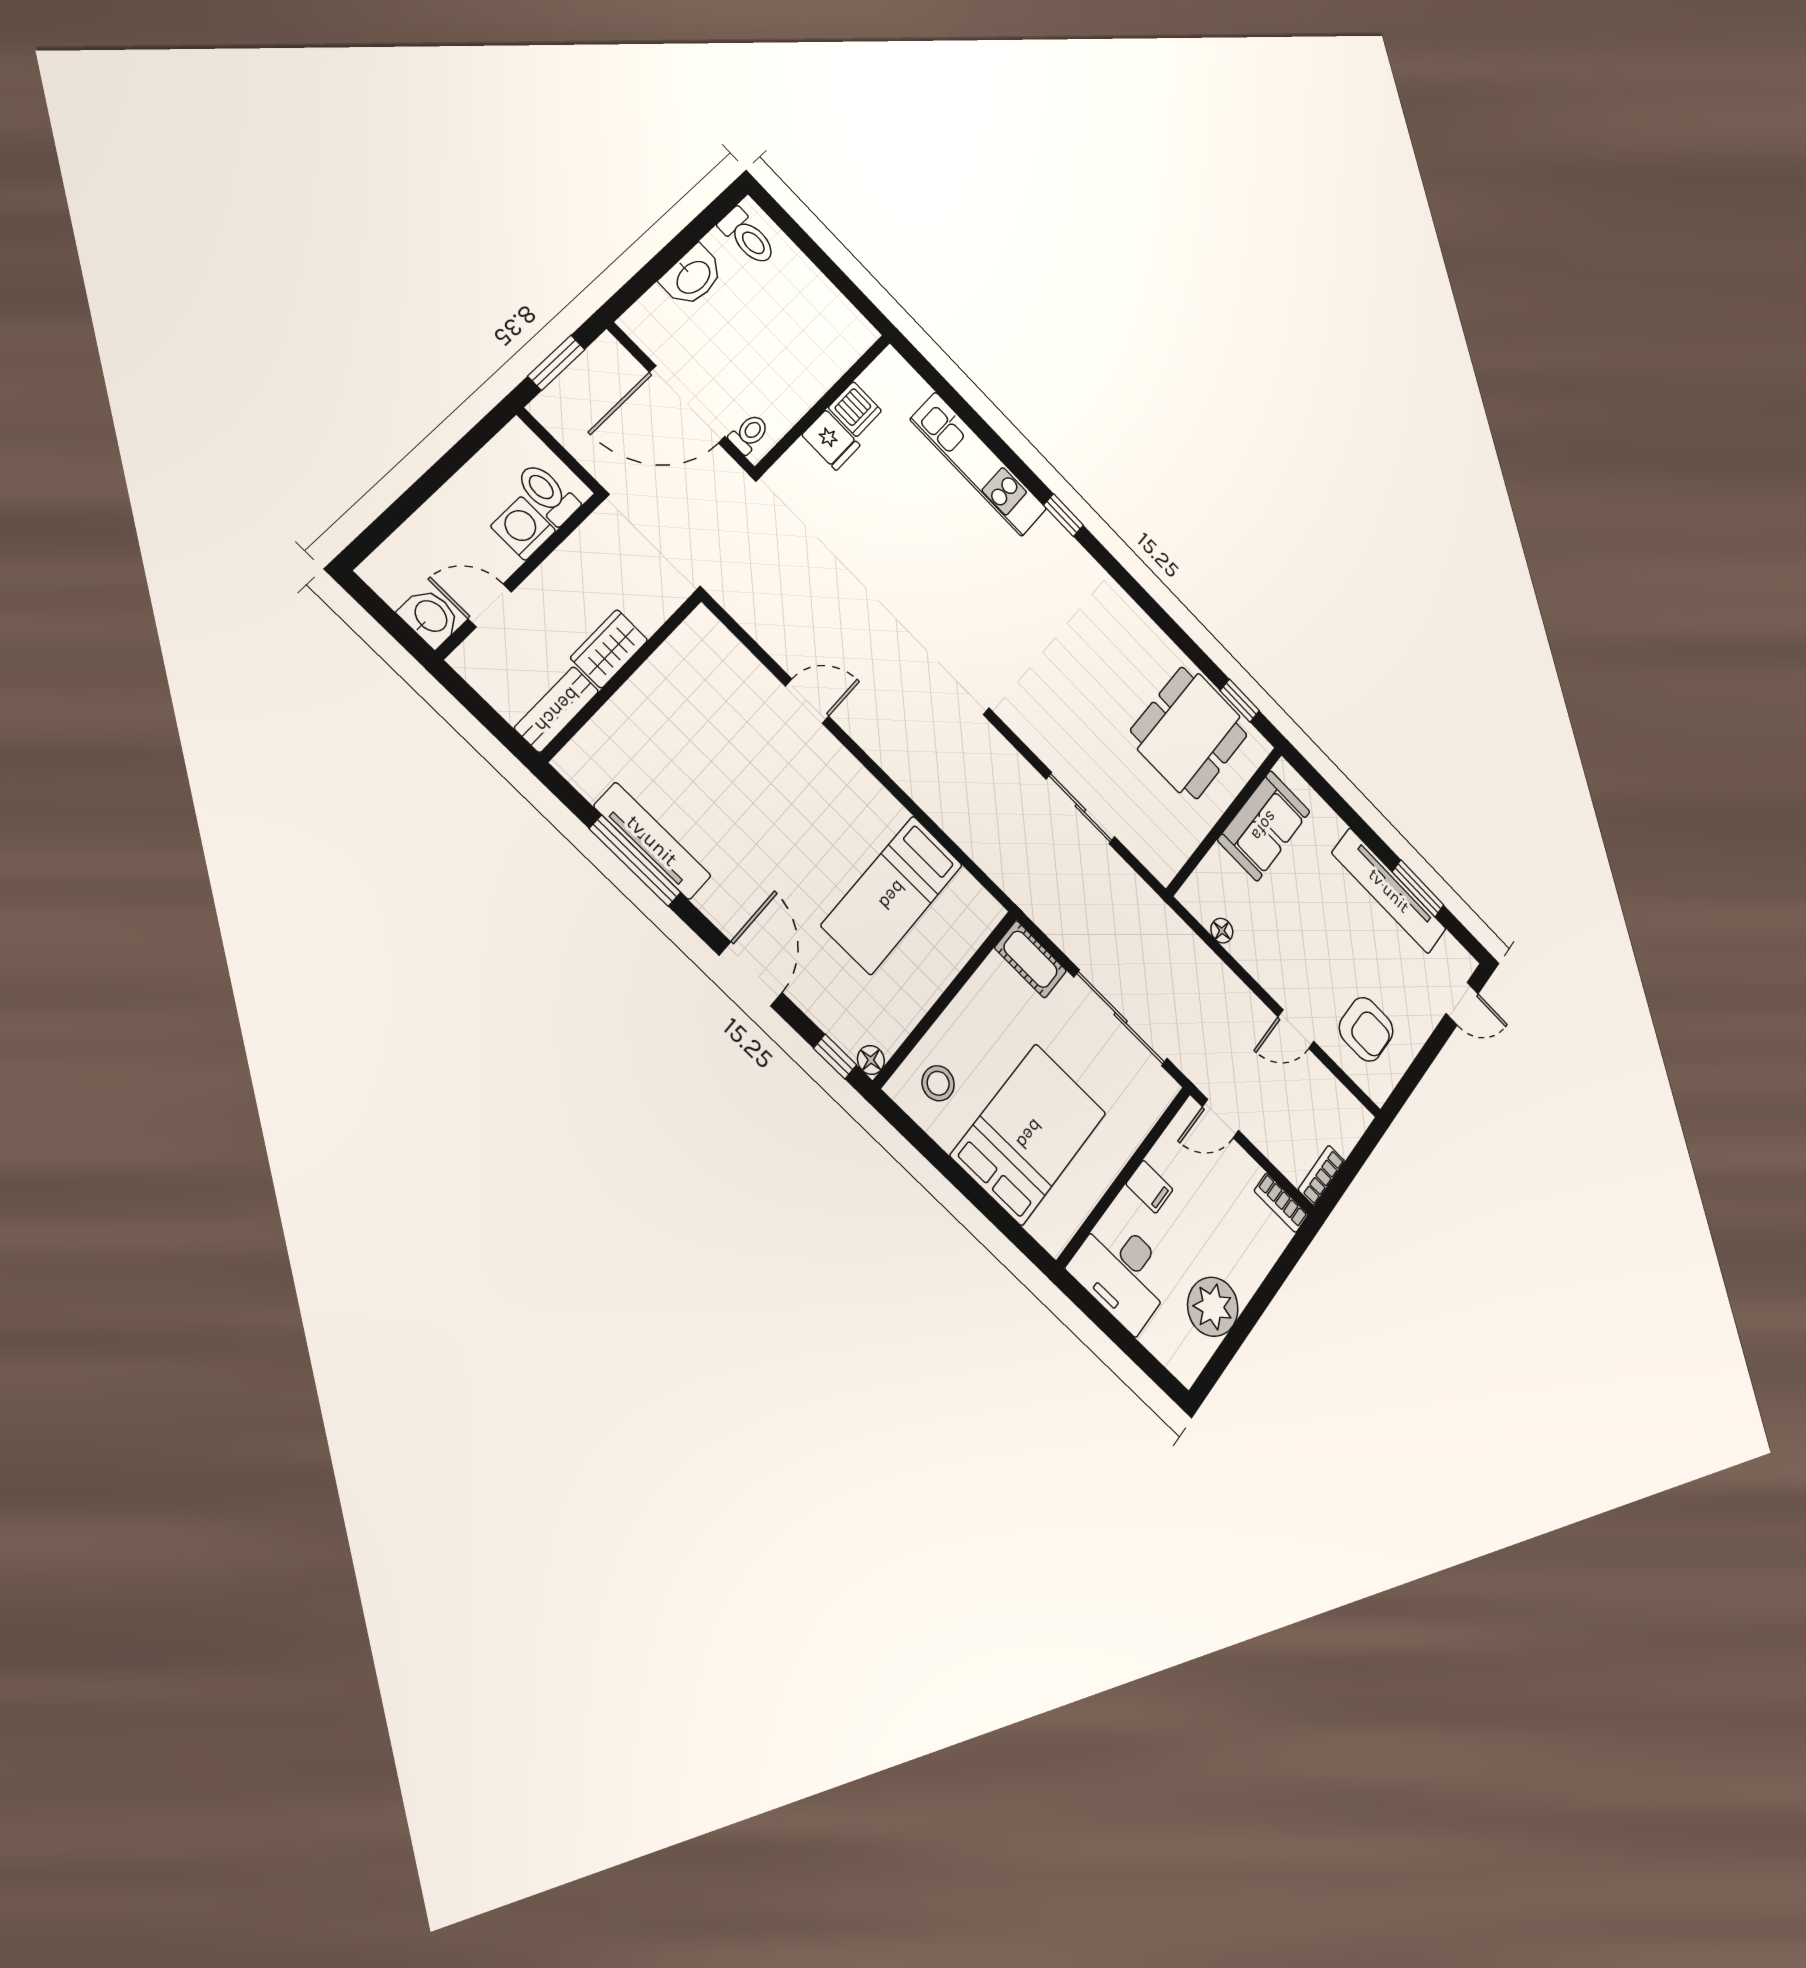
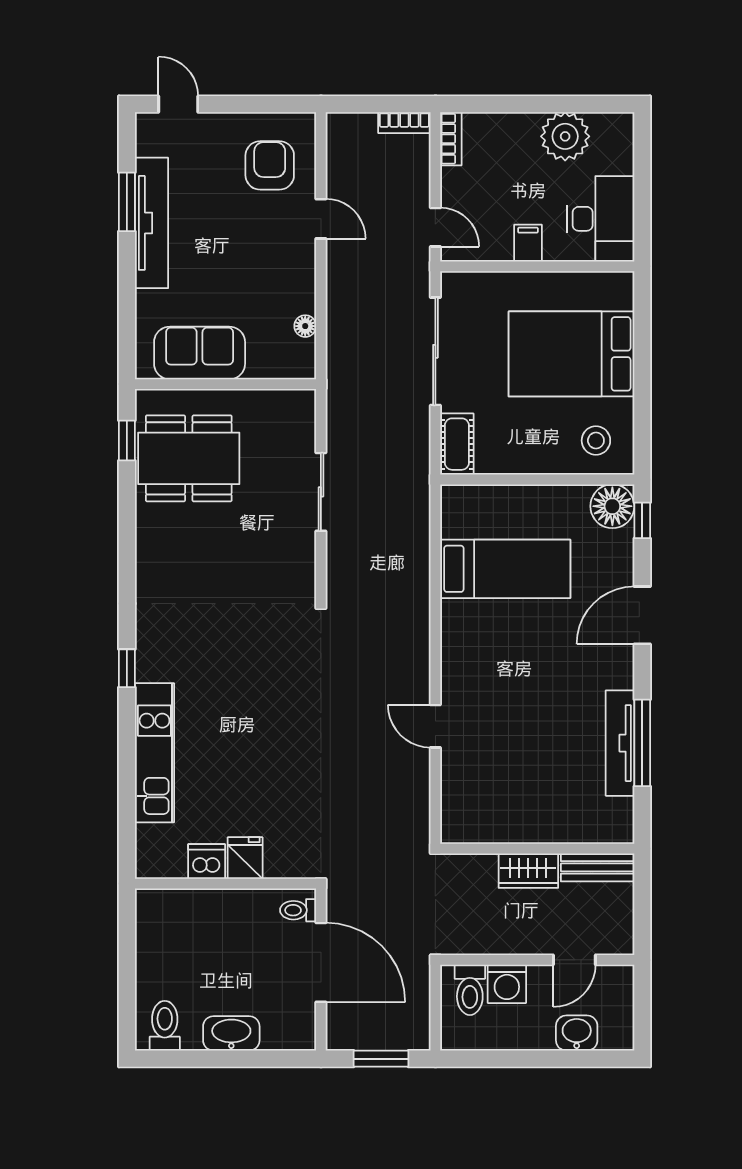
door: (490, 605) -> (574, 960), hinge flipped
washbasin: (430, 617) -> (577, 1033), moved, turned 90
floor lamp: (871, 1060) -> (612, 506), width x1.89, depth x1.89

